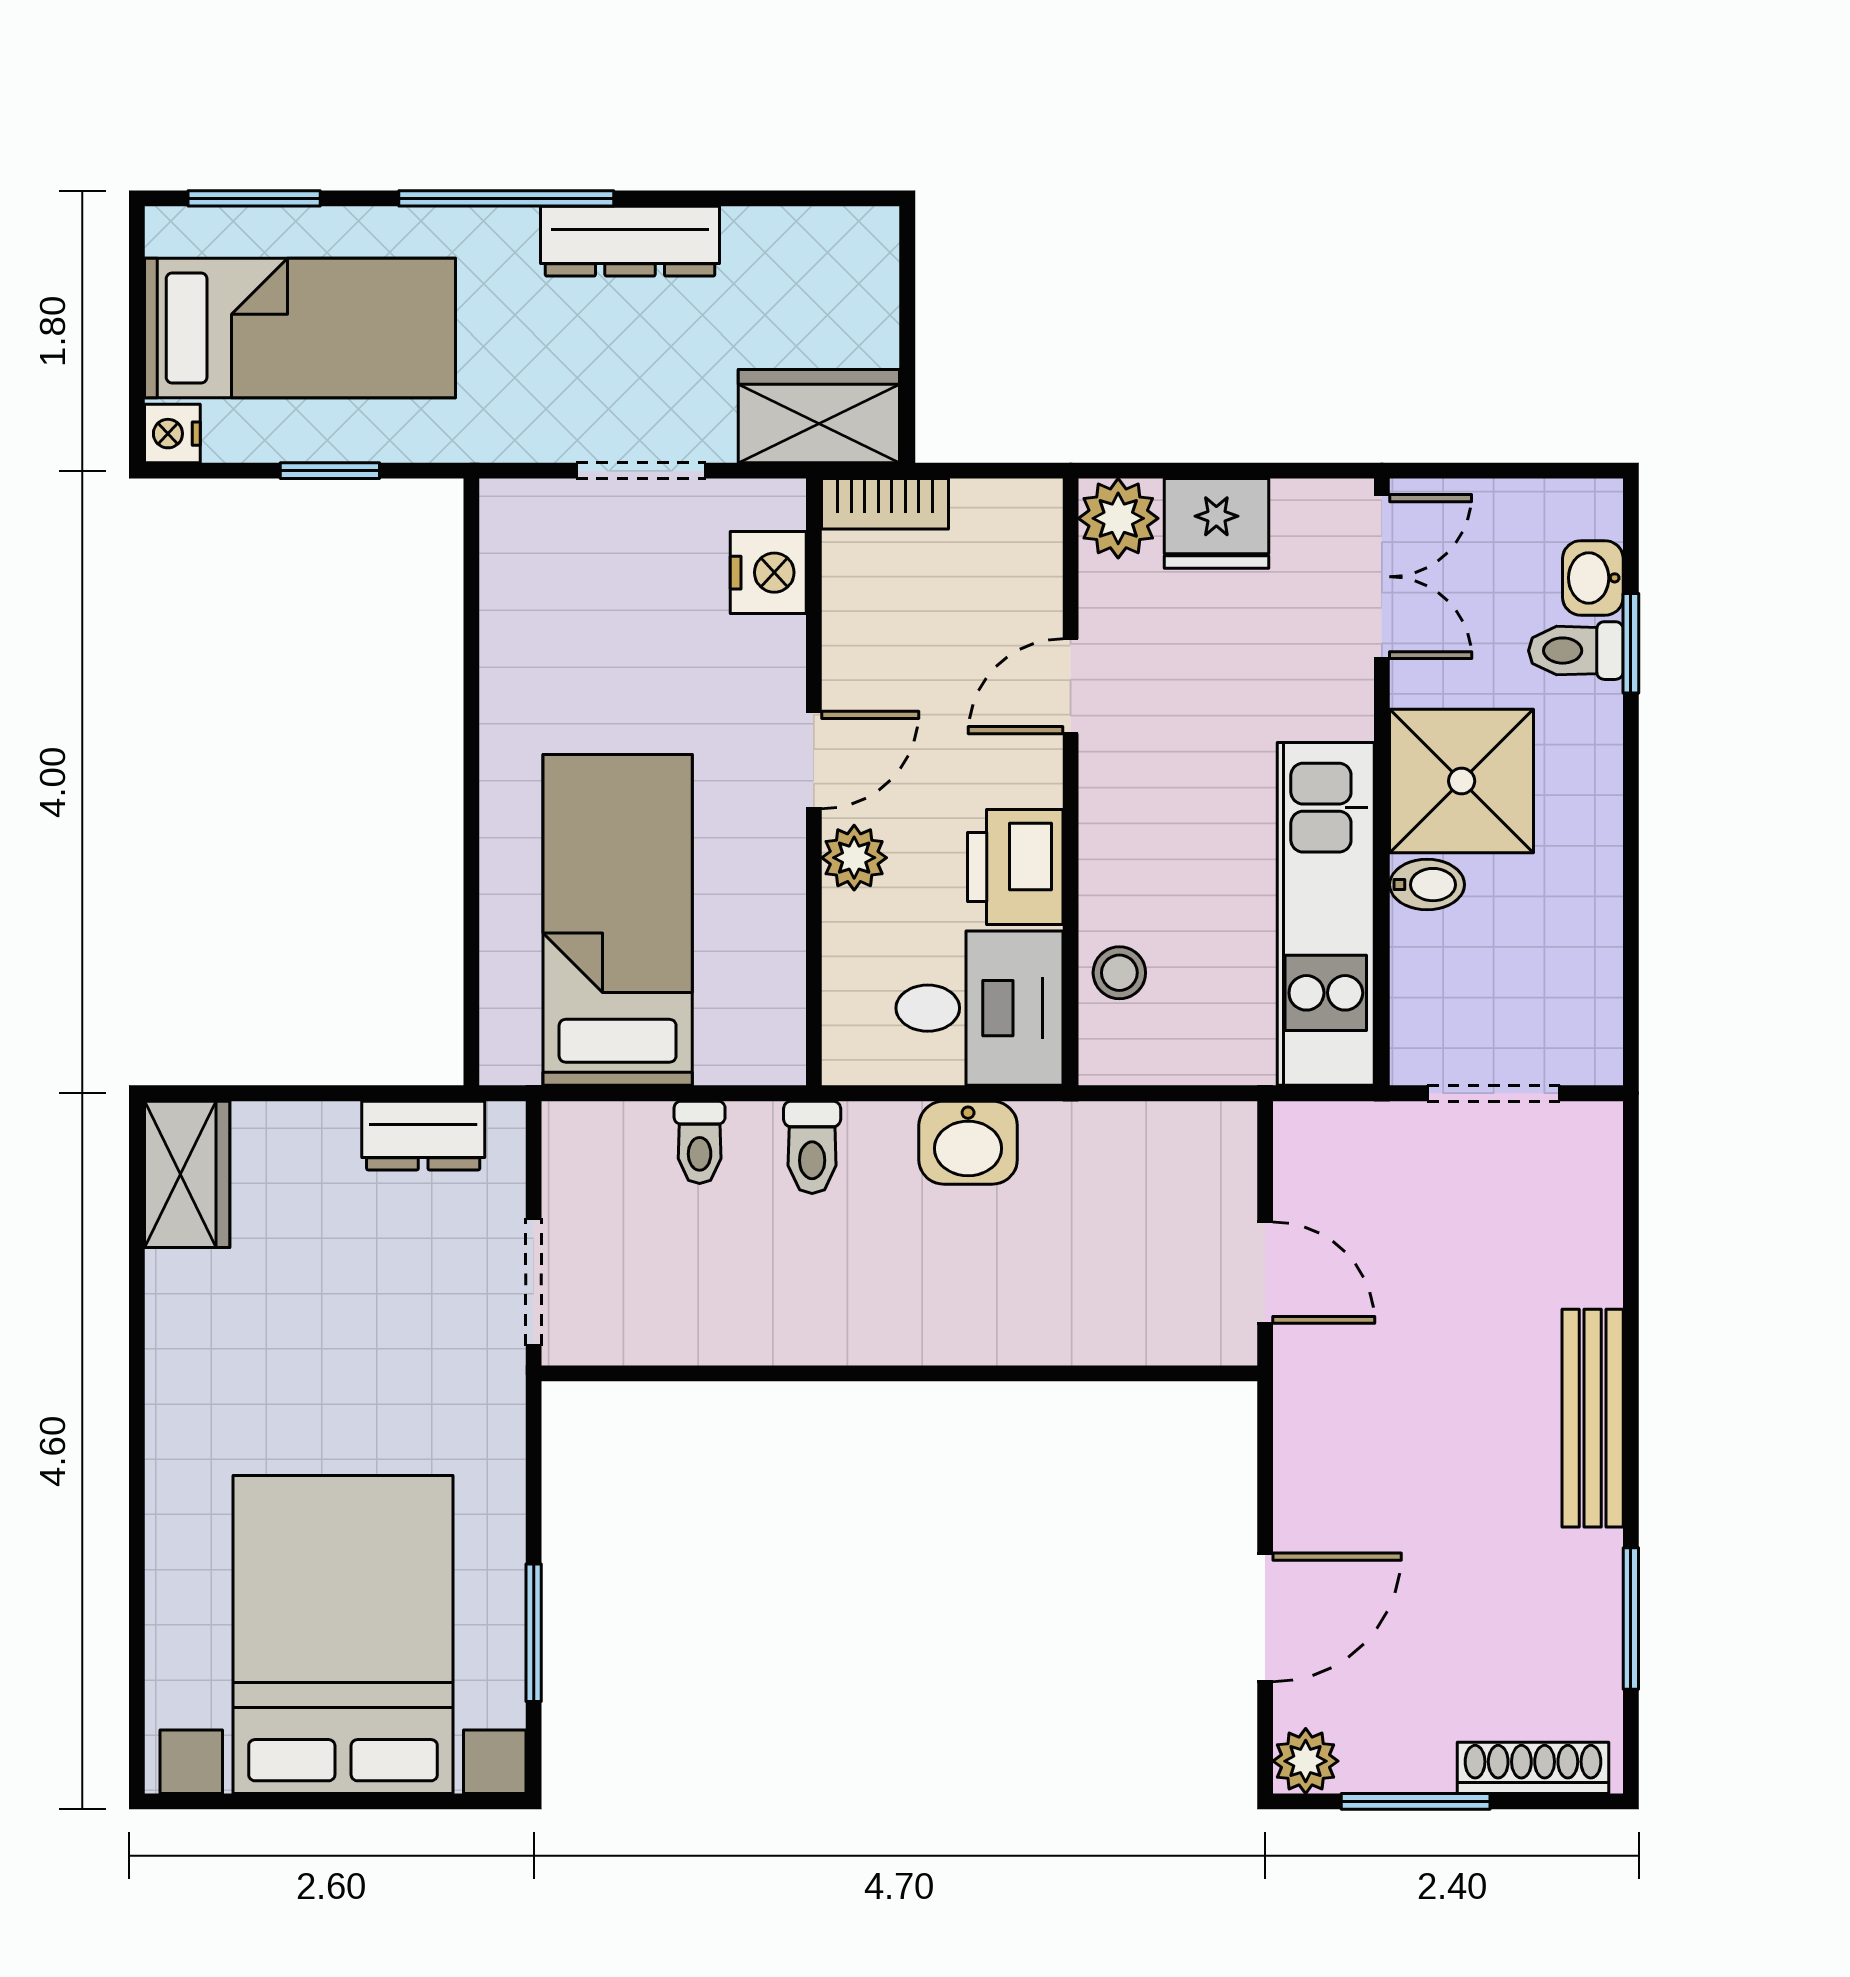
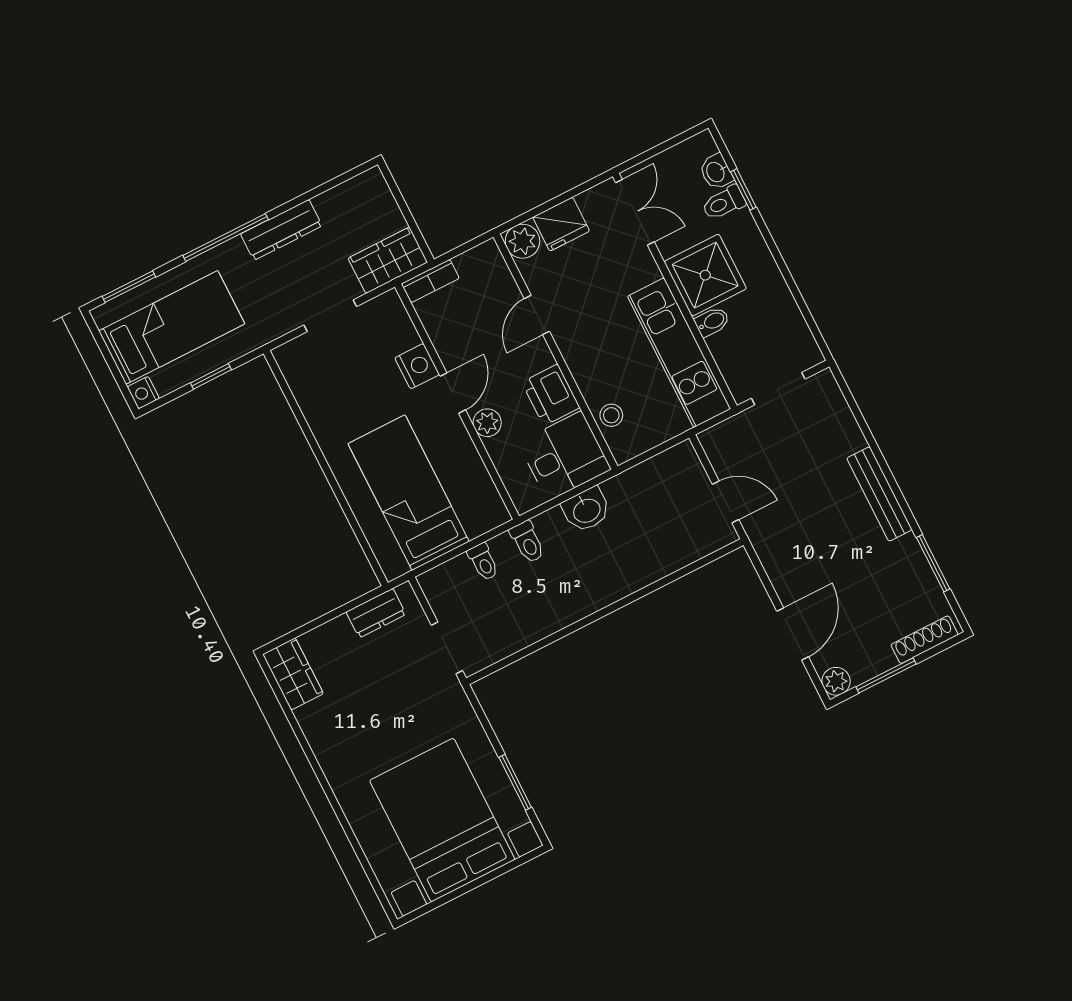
nightstand: (768, 573) -> (417, 366), moved

